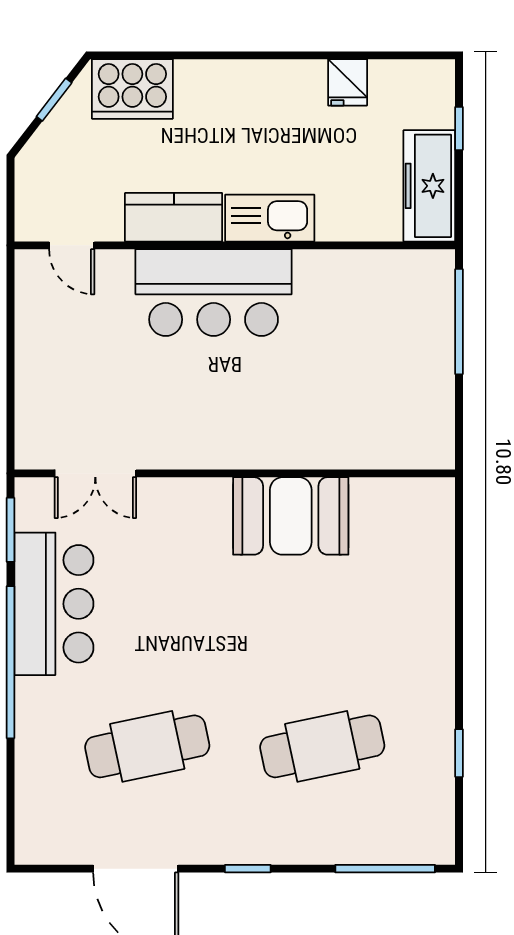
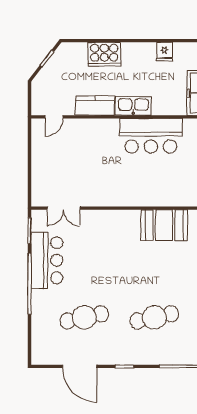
cooker: (132, 89) -> (104, 54), moved
door: (72, 245) -> (54, 117), hinge flipped
bar counter: (214, 293) -> (151, 136), moved
booth: (291, 516) -> (164, 225), moved

